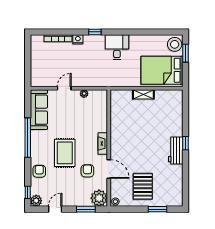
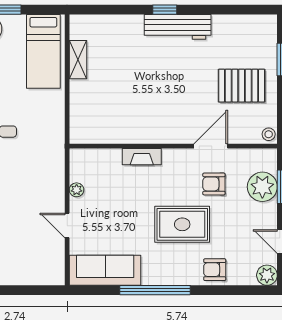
bed: (162, 70) -> (43, 51), width x0.67
shelving: (143, 94) -> (78, 60), moved
fireplace: (103, 144) -> (142, 157), moved
workbench: (176, 150) -> (178, 27), width x1.37
window: (28, 192) -> (252, 290), removed
plant: (99, 198) -> (262, 187), moved

